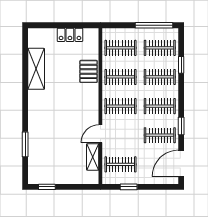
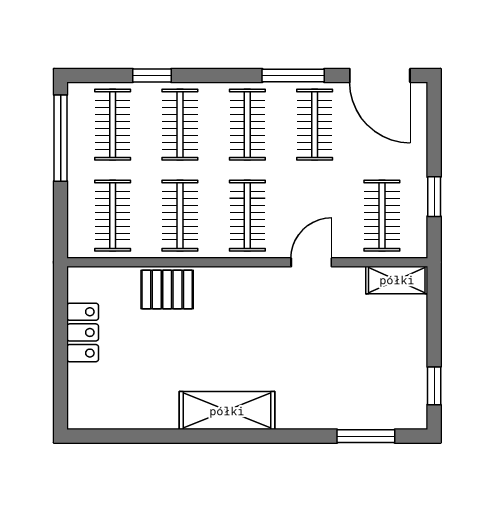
shelving: (36, 69) -> (227, 411), moved
window: (181, 126) -> (293, 75), width x1.50
door: (100, 134) -> (311, 262), swing flipped
window: (25, 144) -> (366, 436), moved
shelving: (93, 157) -> (397, 280), moved

